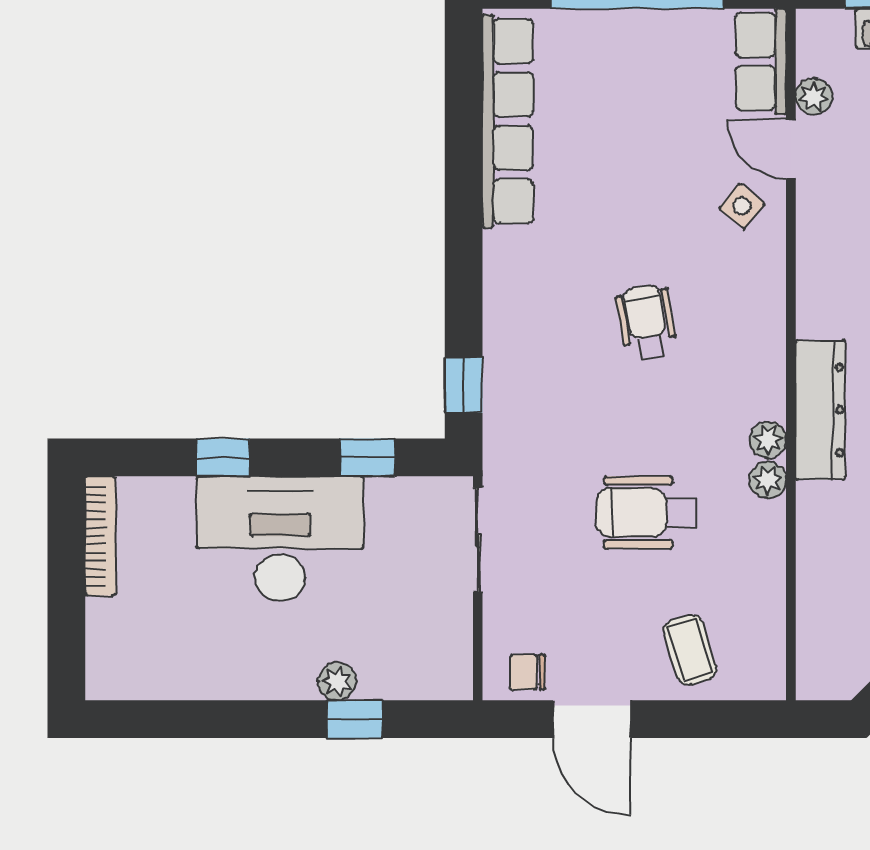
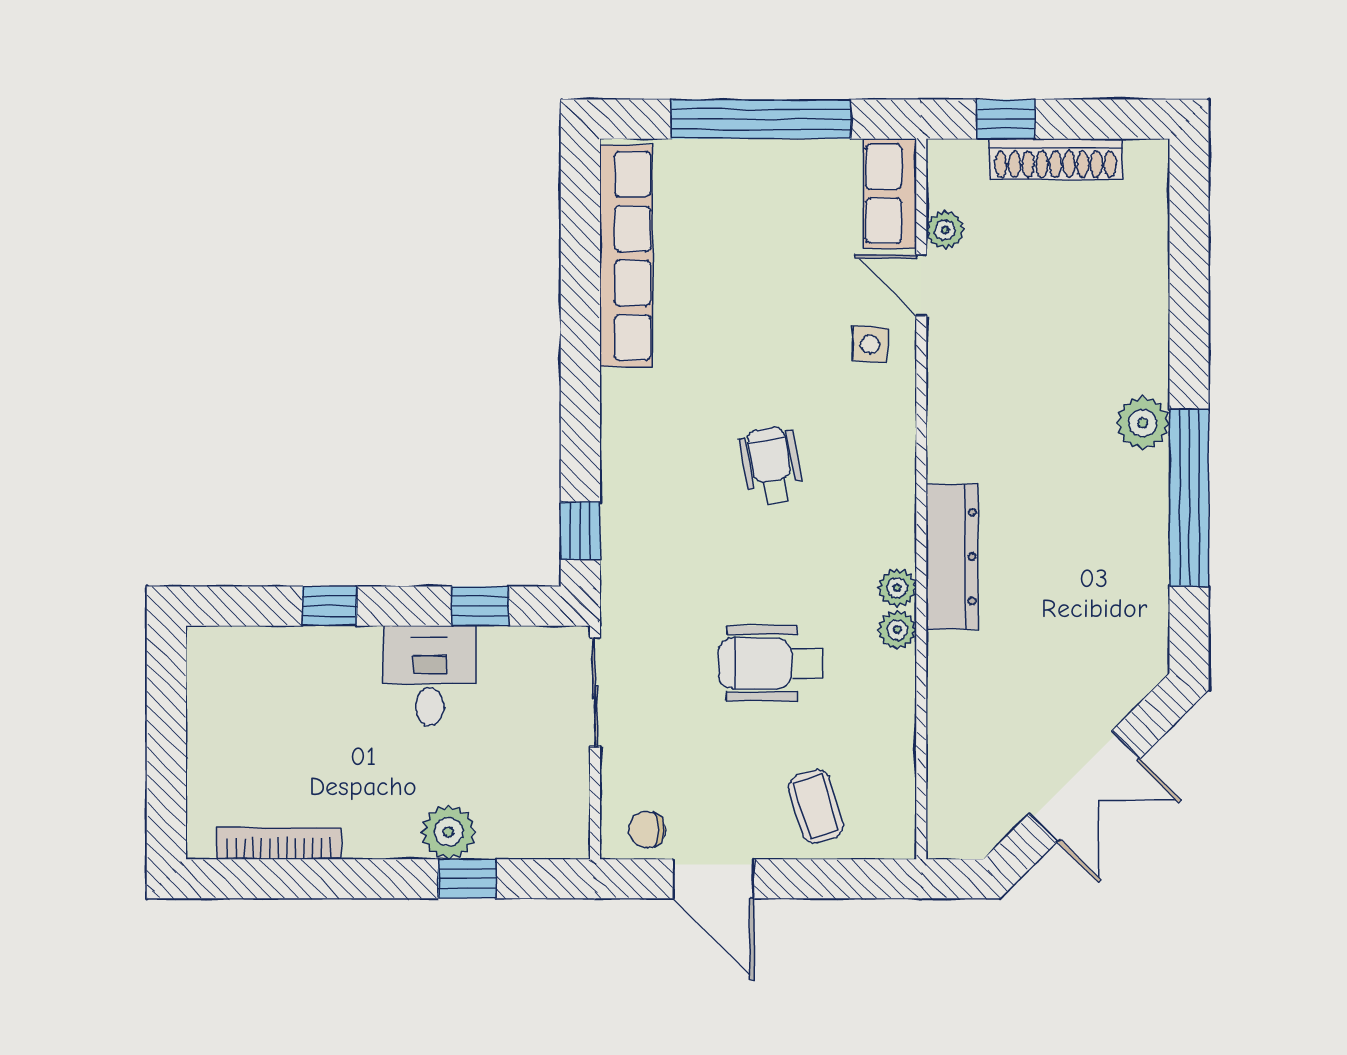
side table: (742, 206) -> (870, 344), turned -37
bookcase: (100, 536) -> (279, 843), moved, turned -90
desk: (280, 539) -> (430, 676), width x0.53, depth x0.77
plant: (337, 681) -> (449, 832), width x1.38, depth x1.38

